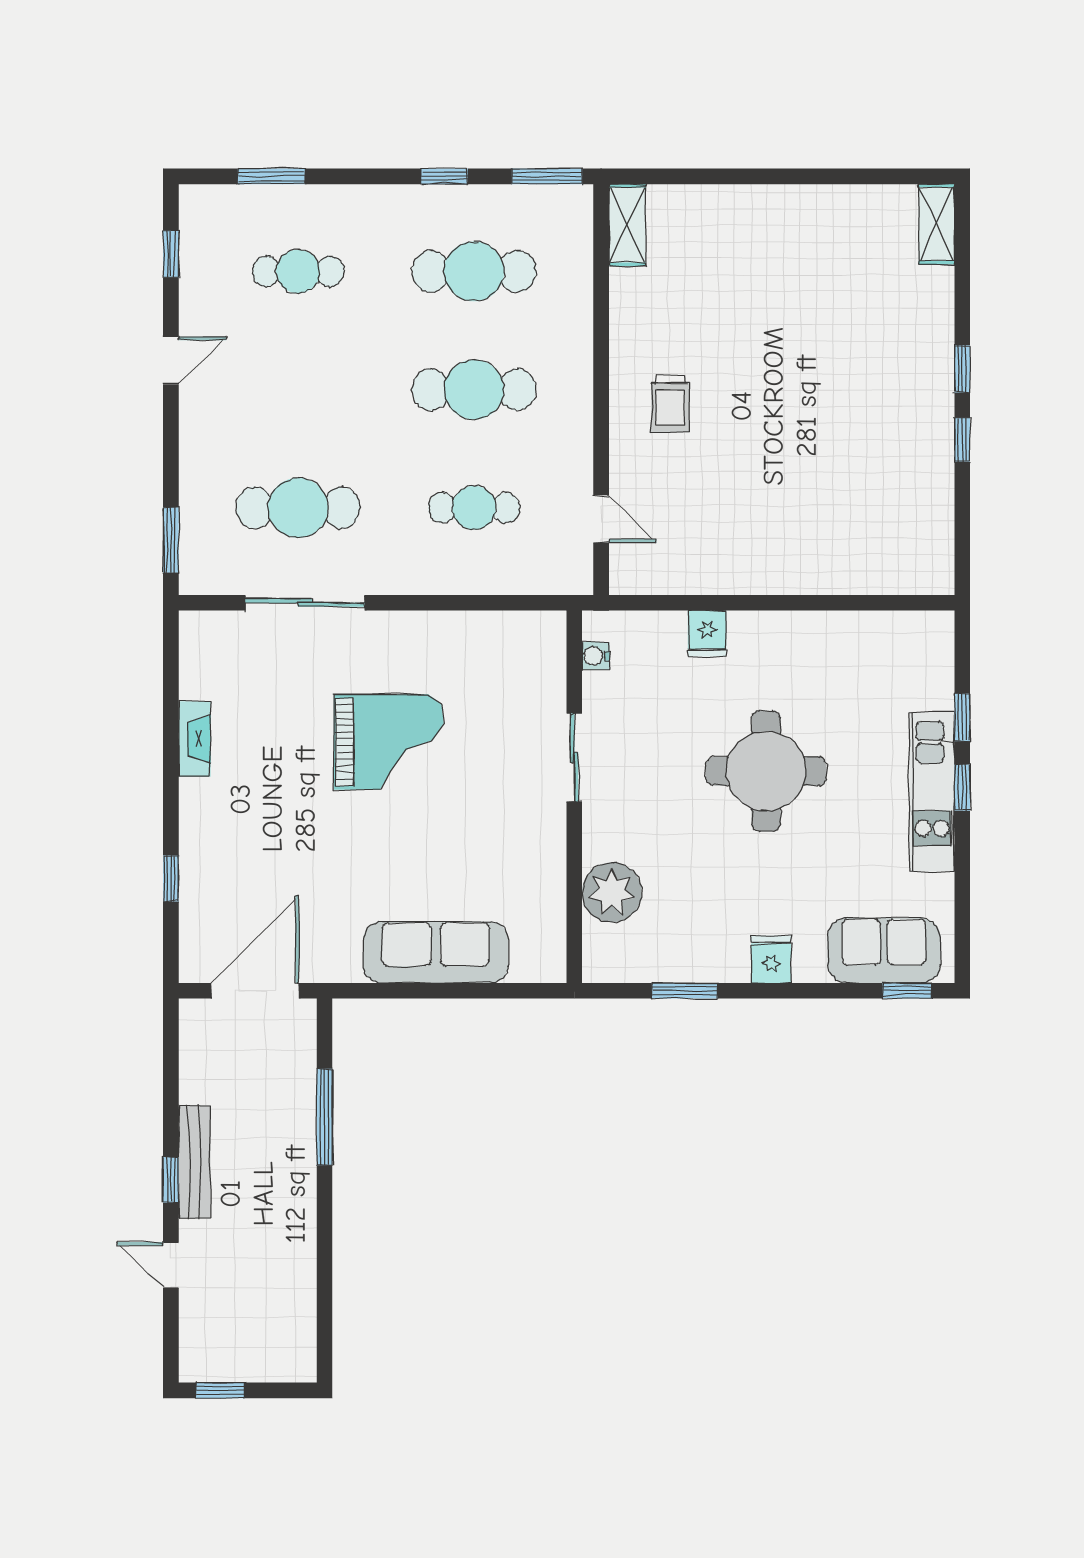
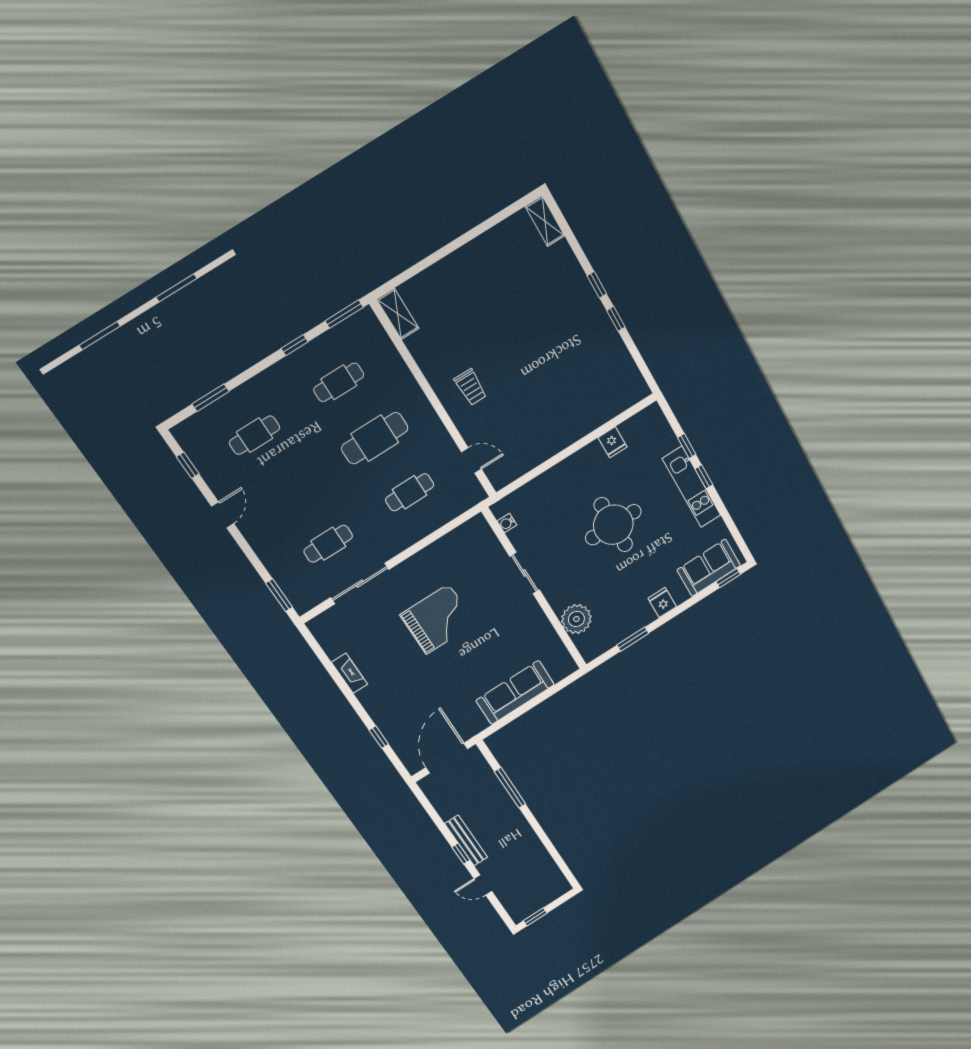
cafe table: (474, 271) -> (339, 382), width x0.73, depth x0.74
cafe table: (298, 508) -> (328, 544), width x0.73, depth x0.74
fridge: (707, 633) -> (613, 442), moved

